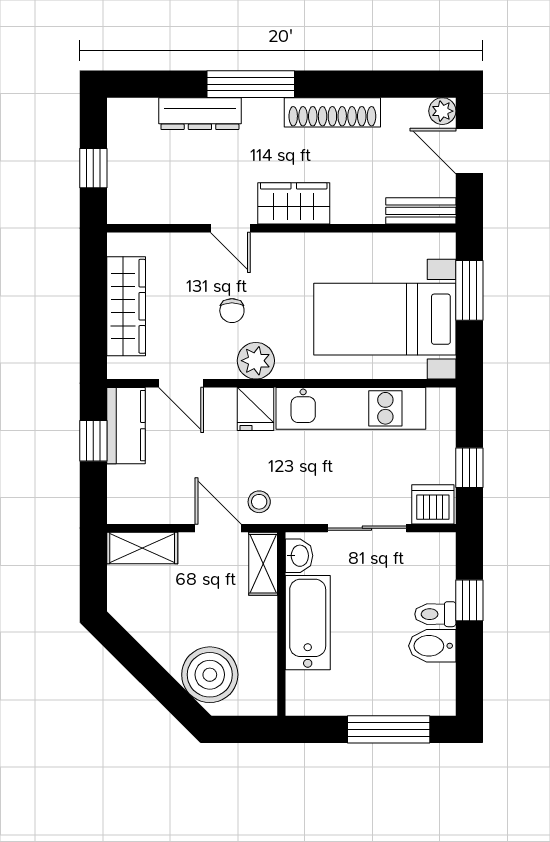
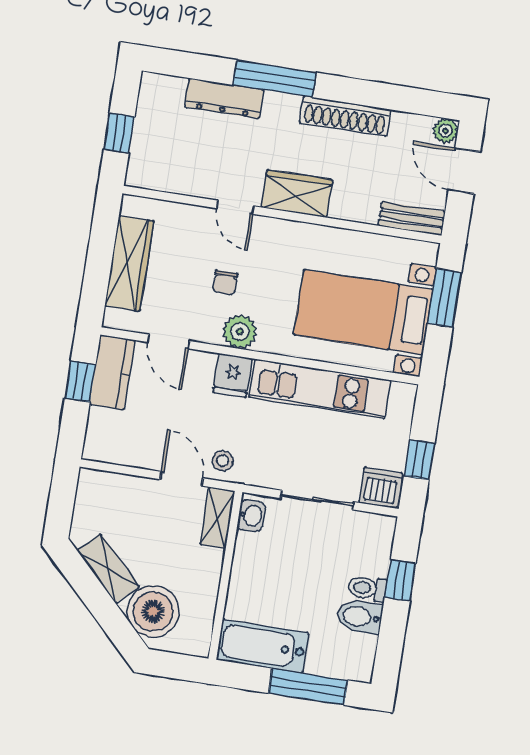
shelving: (142, 548) -> (108, 569), moved, turned 45
bathtub: (308, 623) -> (262, 646), moved, turned -90

